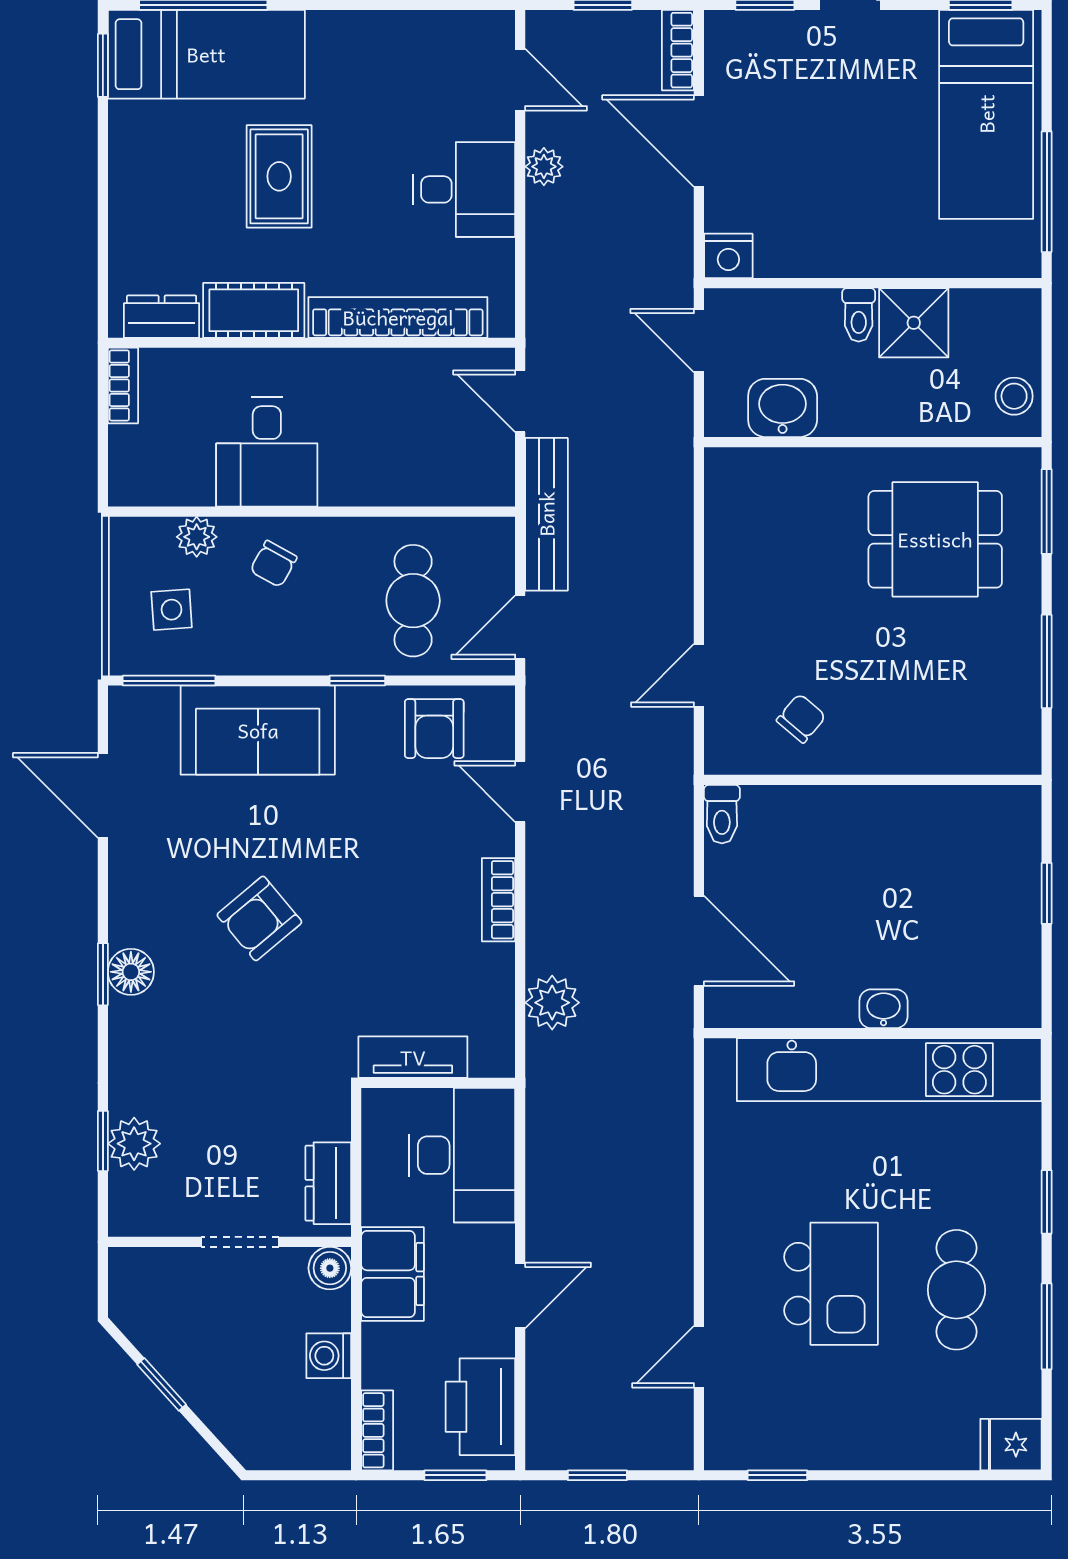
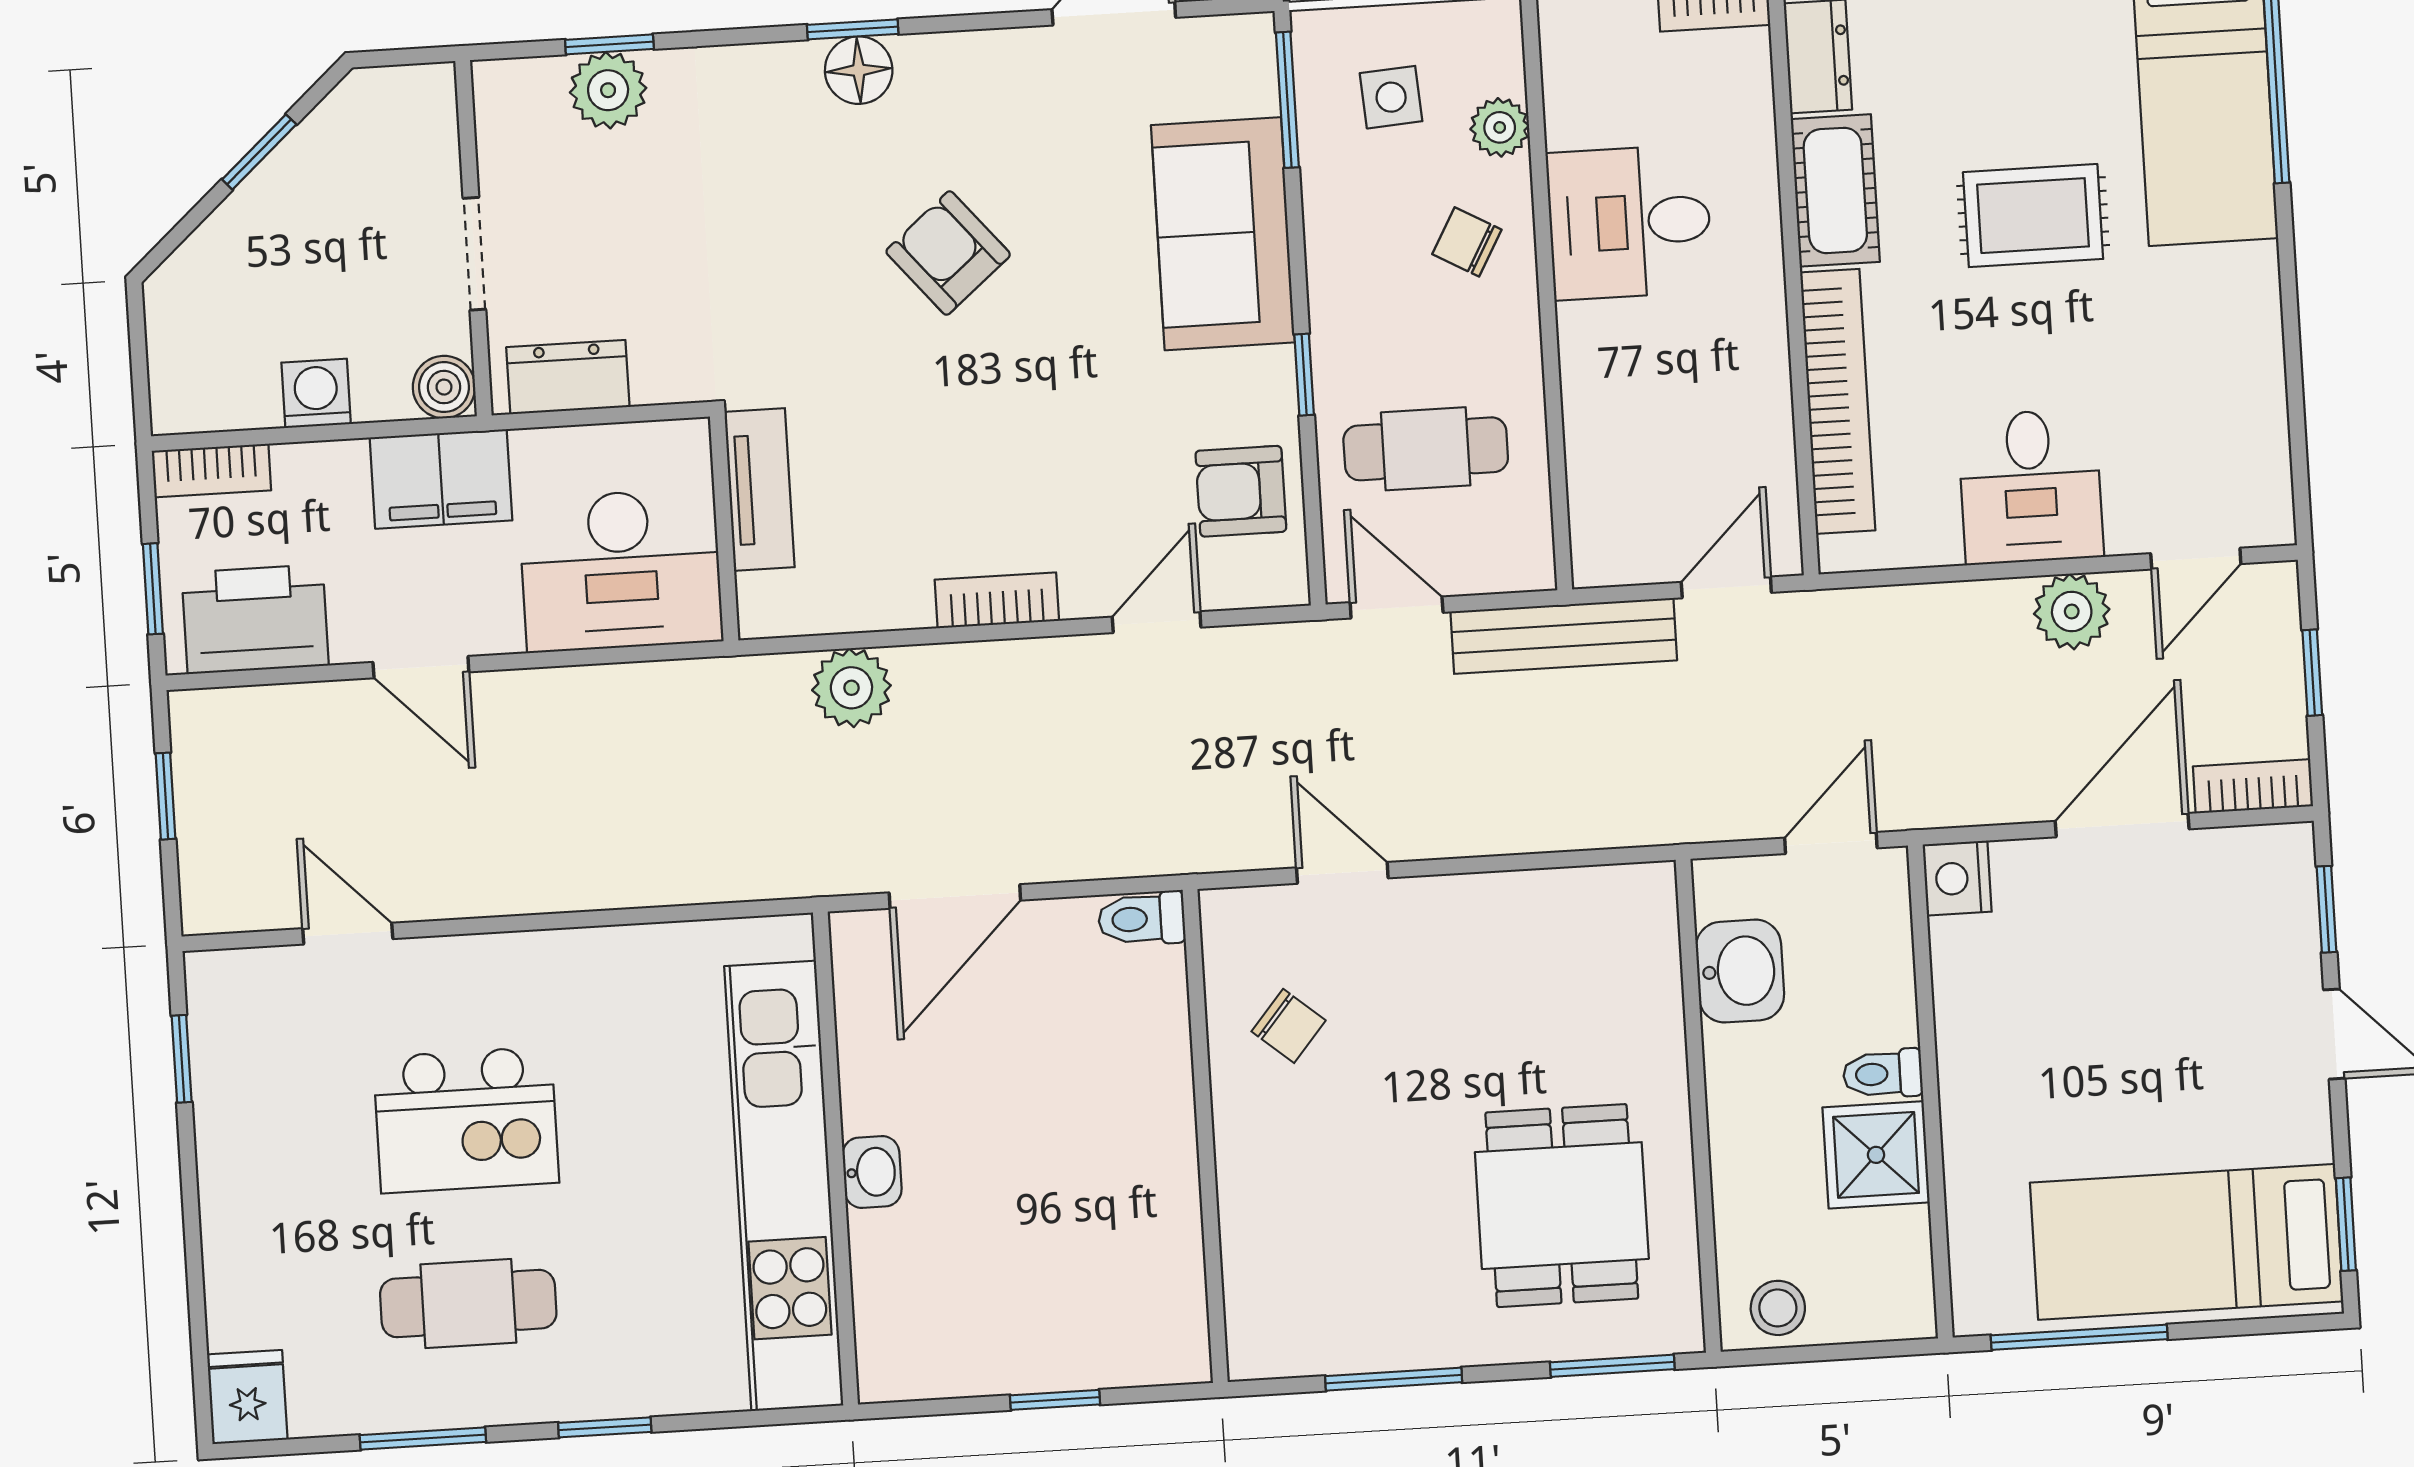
plant: (544, 167) -> (2072, 612), width x1.38, depth x1.38

